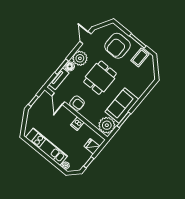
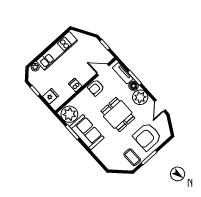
door: (85, 38) -> (160, 106), swing flipped
armchair: (118, 46) -> (147, 137), turned -90

